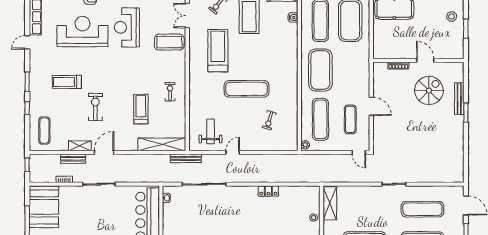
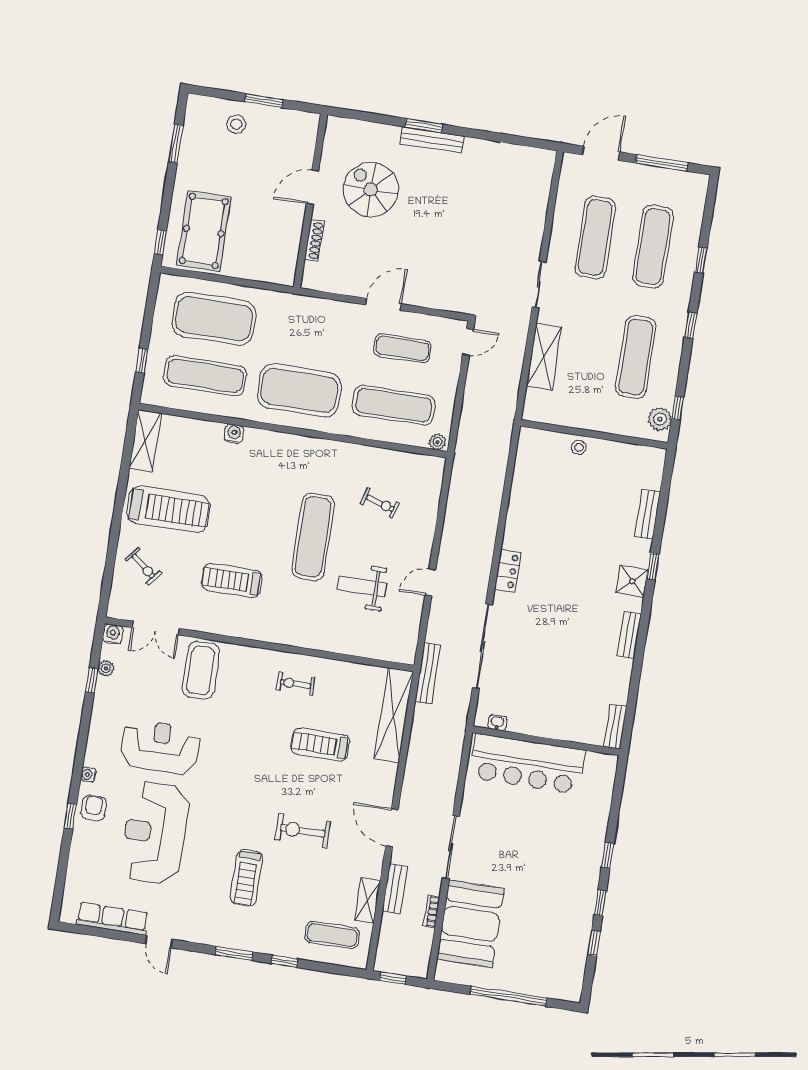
water cooler: (293, 17) -> (234, 434), moved
reception desk: (127, 27) -> (160, 747), turned 180
treadmill: (218, 51) -> (232, 580), width x0.73, depth x0.73
bench: (459, 99) -> (432, 140), moved
weight bench: (210, 132) -> (362, 586), moved
shelving: (80, 146) -> (368, 901), moved
door: (233, 152) -> (430, 583), hinge flipped
locker: (268, 191) -> (508, 571), moved
shelving: (330, 203) -> (544, 357), moved, turned 90
booth: (44, 207) -> (470, 924), moved, turned 90

